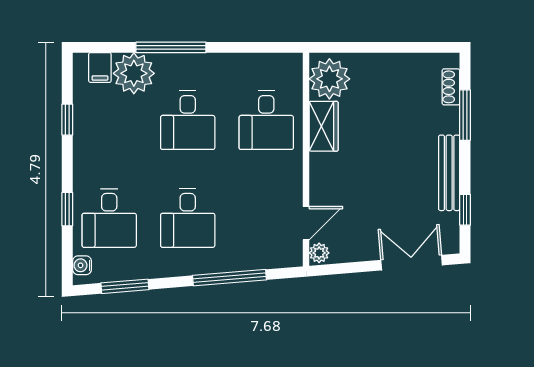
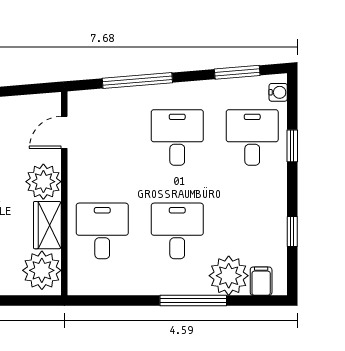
plant: (319, 253) -> (43, 182), moved, width x1.87, depth x1.87

